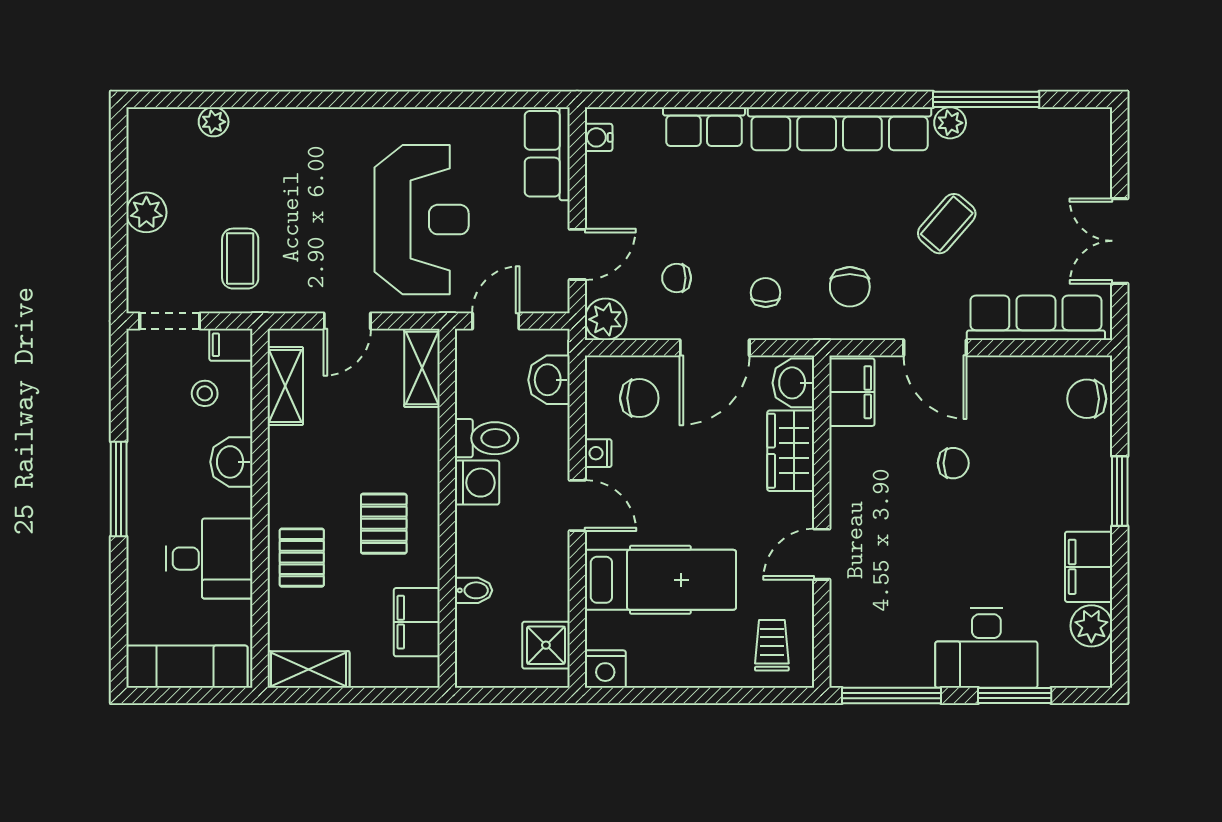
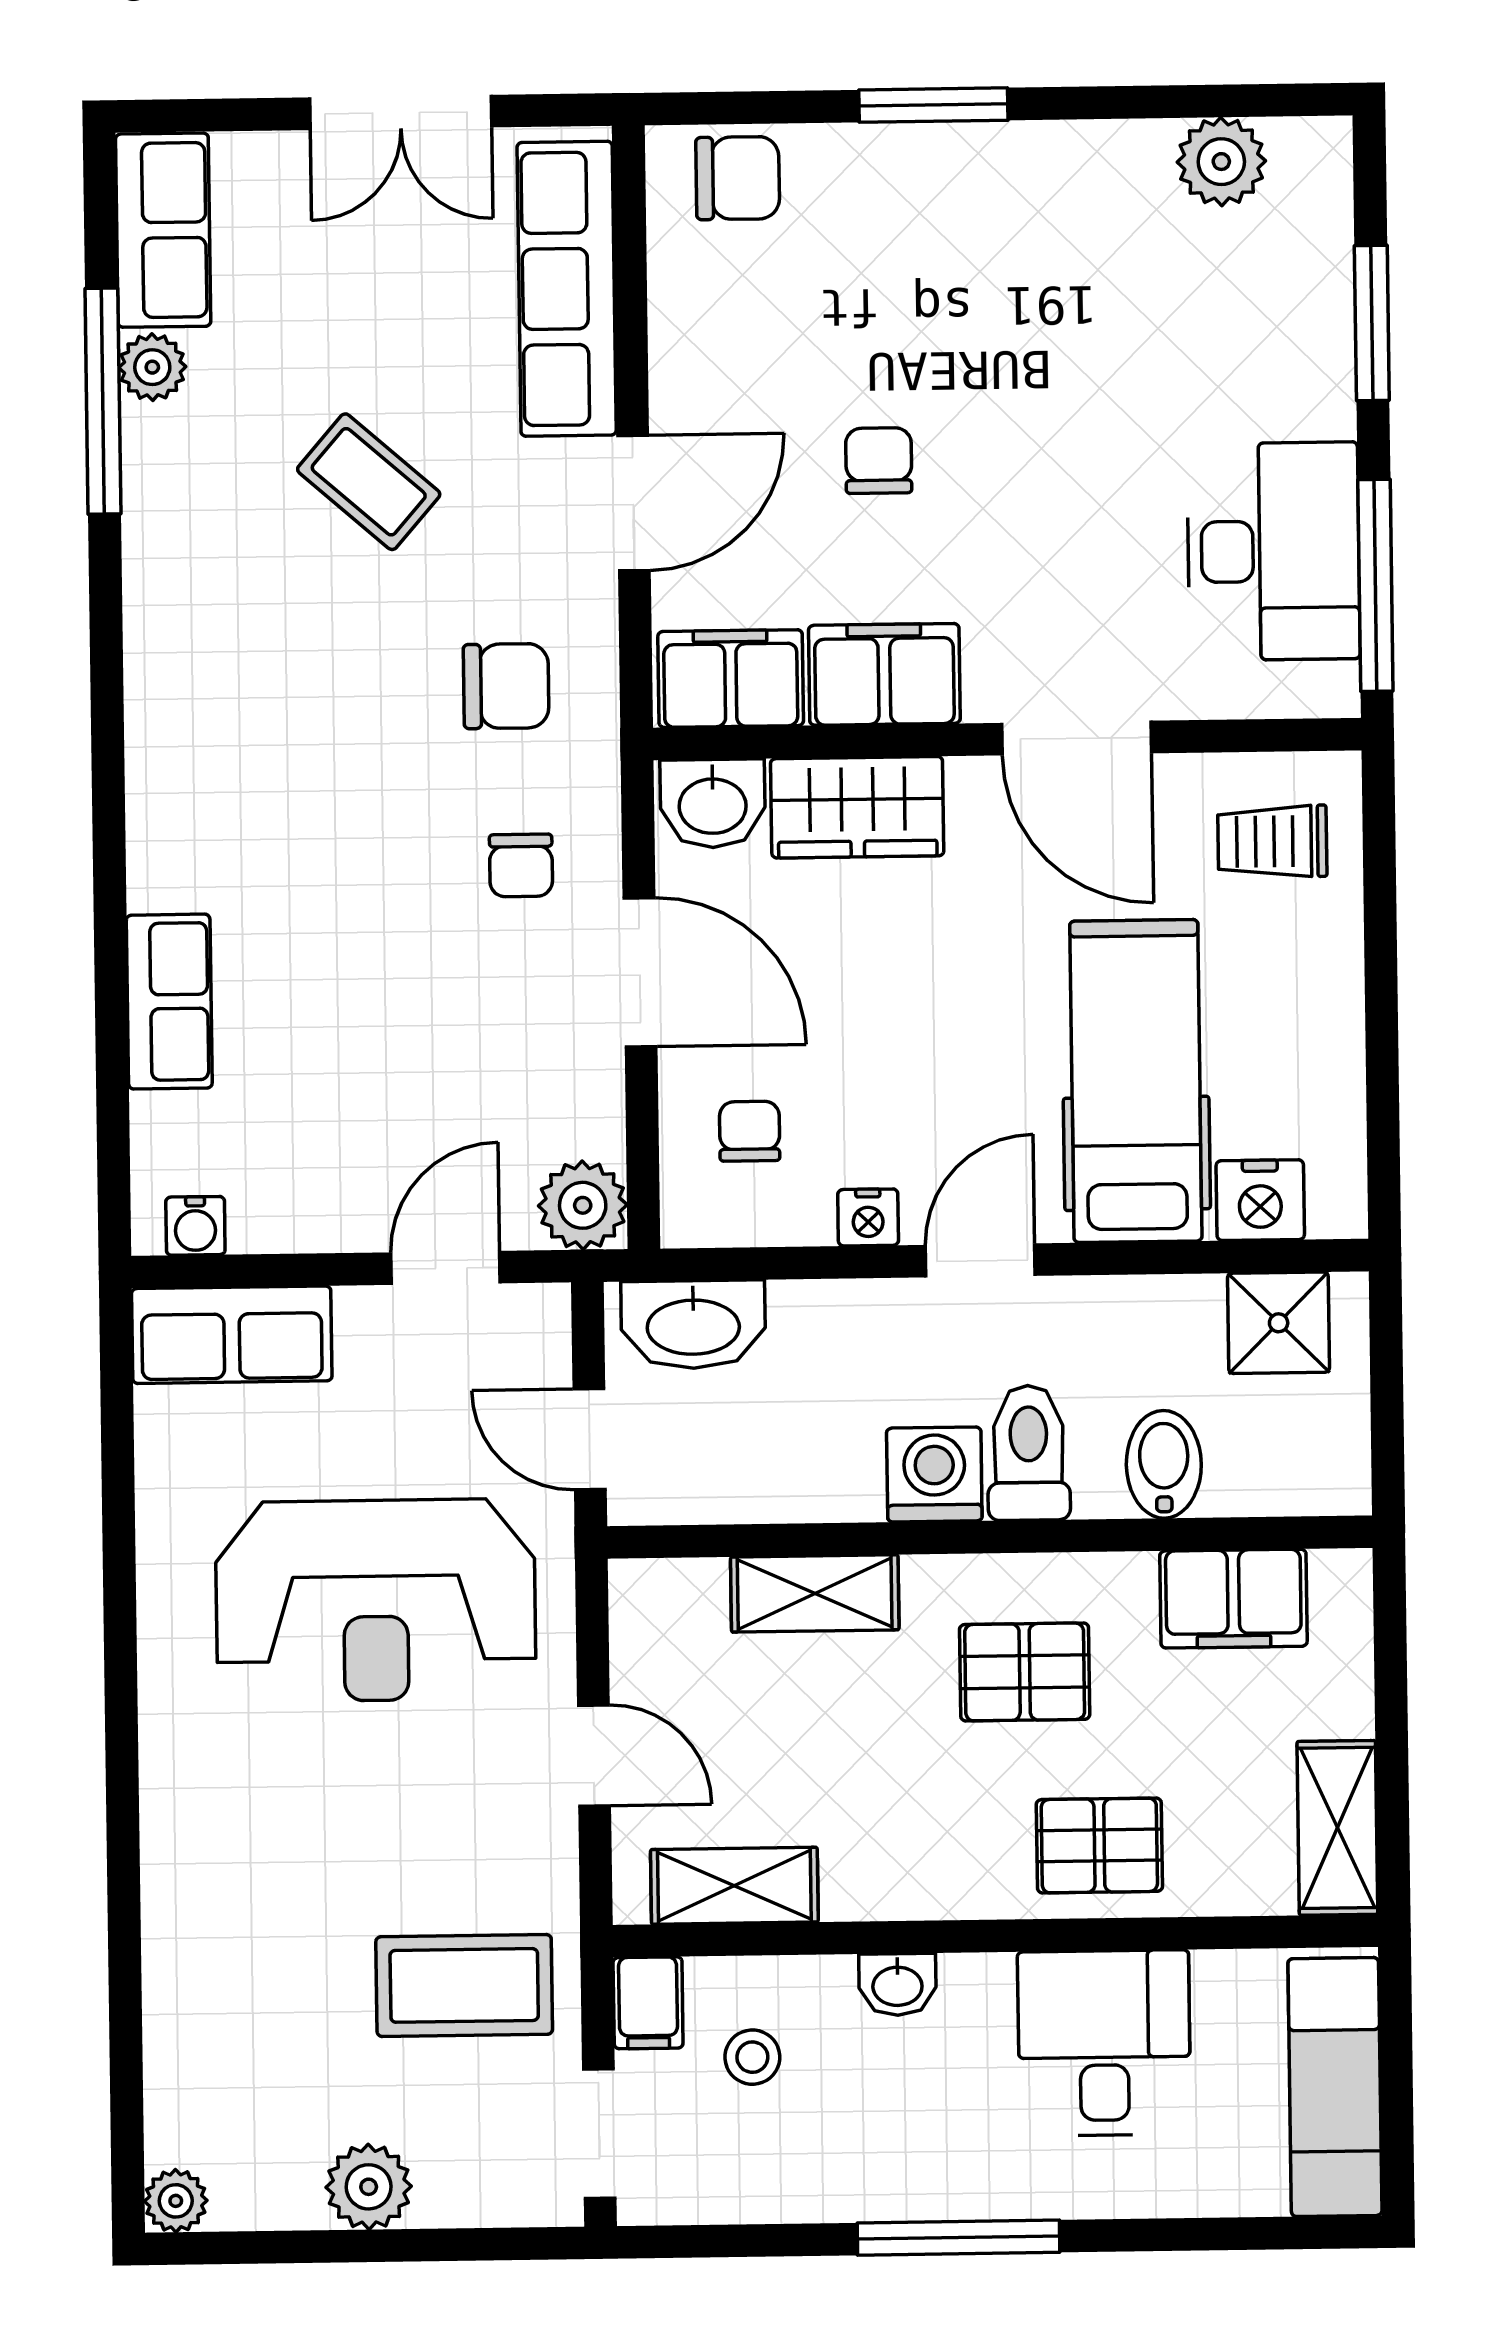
plant: (214, 122) -> (176, 2201), moved
plant: (950, 123) -> (152, 367), moved
row of seats: (840, 129) -> (163, 230), moved, width x0.50
reception desk: (422, 220) -> (376, 1600), turned 180
door: (577, 254) -> (445, 1268), hinge flipped
coffee table: (240, 259) -> (464, 1985), width x1.36, depth x1.30
chair: (677, 278) -> (493, 1055), removed
chair: (766, 293) -> (521, 865), turned -90
shelving: (422, 368) -> (815, 1593), moved
washbasin: (549, 380) -> (693, 1325), width x1.38
chair: (639, 398) -> (750, 1131), width x0.73, depth x0.73
chair: (1087, 399) -> (738, 178), turned -90
toilet: (487, 438) -> (1029, 1453), moved
washbasin: (231, 462) -> (897, 1984), width x0.72, depth x0.69
door: (822, 554) -> (1077, 738), width x1.38
filing cabinet: (1089, 567) -> (884, 674), moved, turned 180
bidet: (474, 590) -> (1164, 1464), width x1.38, depth x1.36
desk: (986, 648) -> (1273, 551), moved
nightstand: (605, 669) -> (1260, 1200), moved, turned 90

